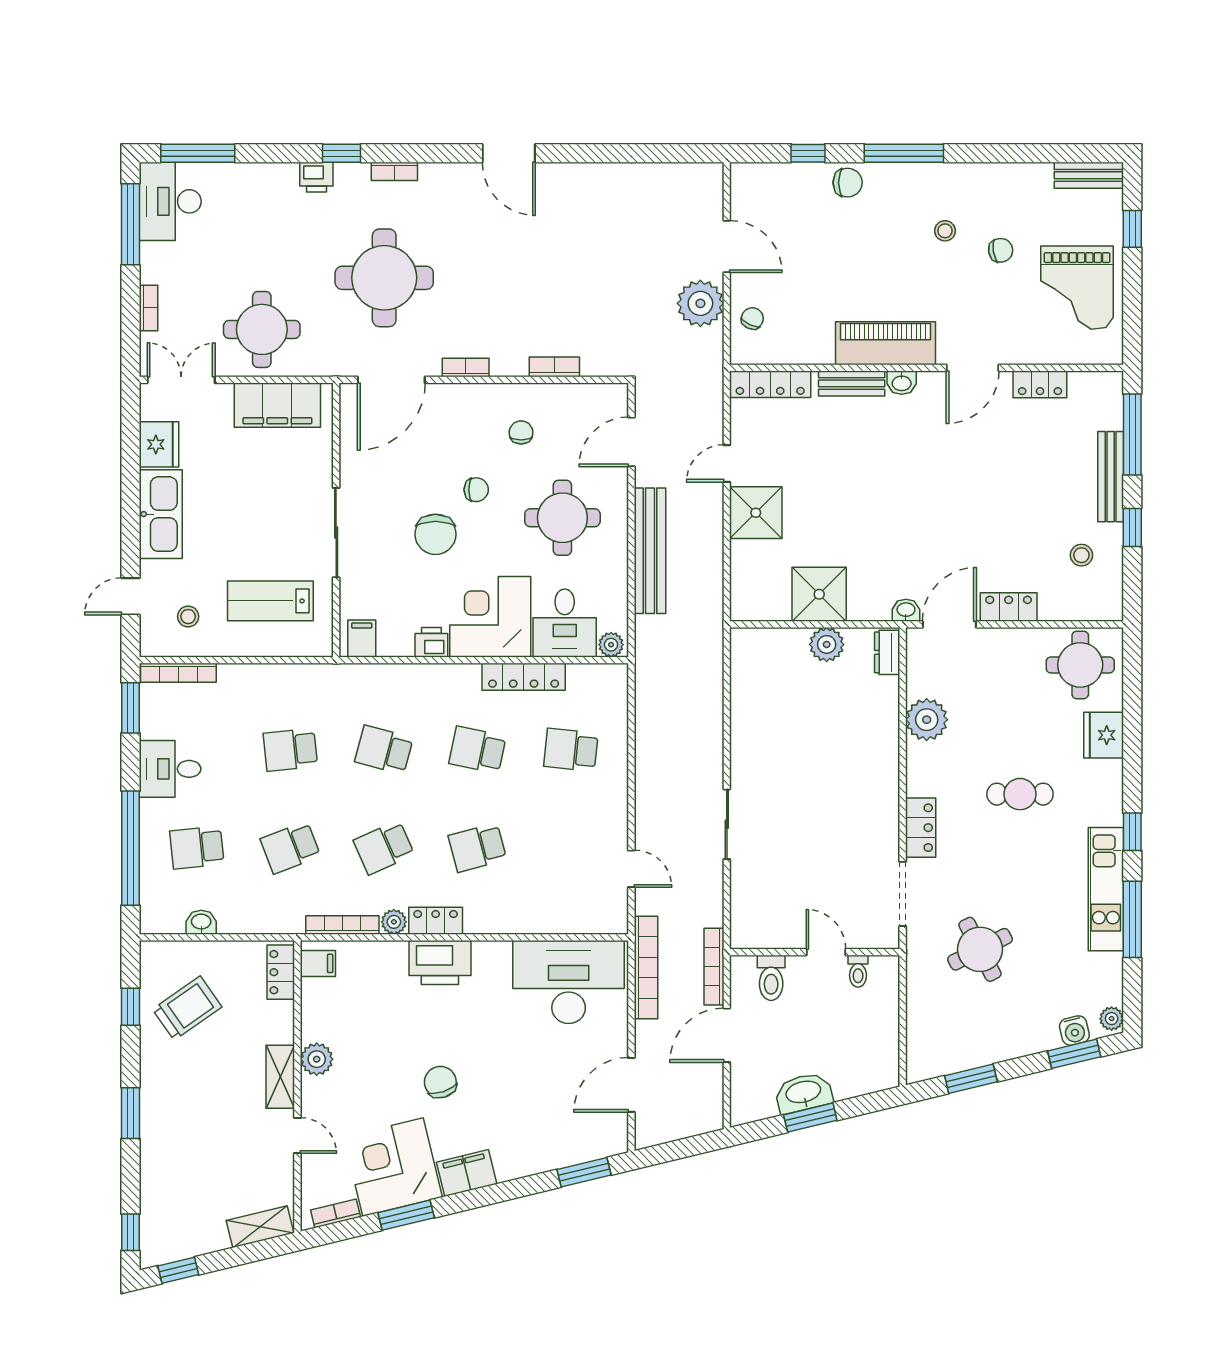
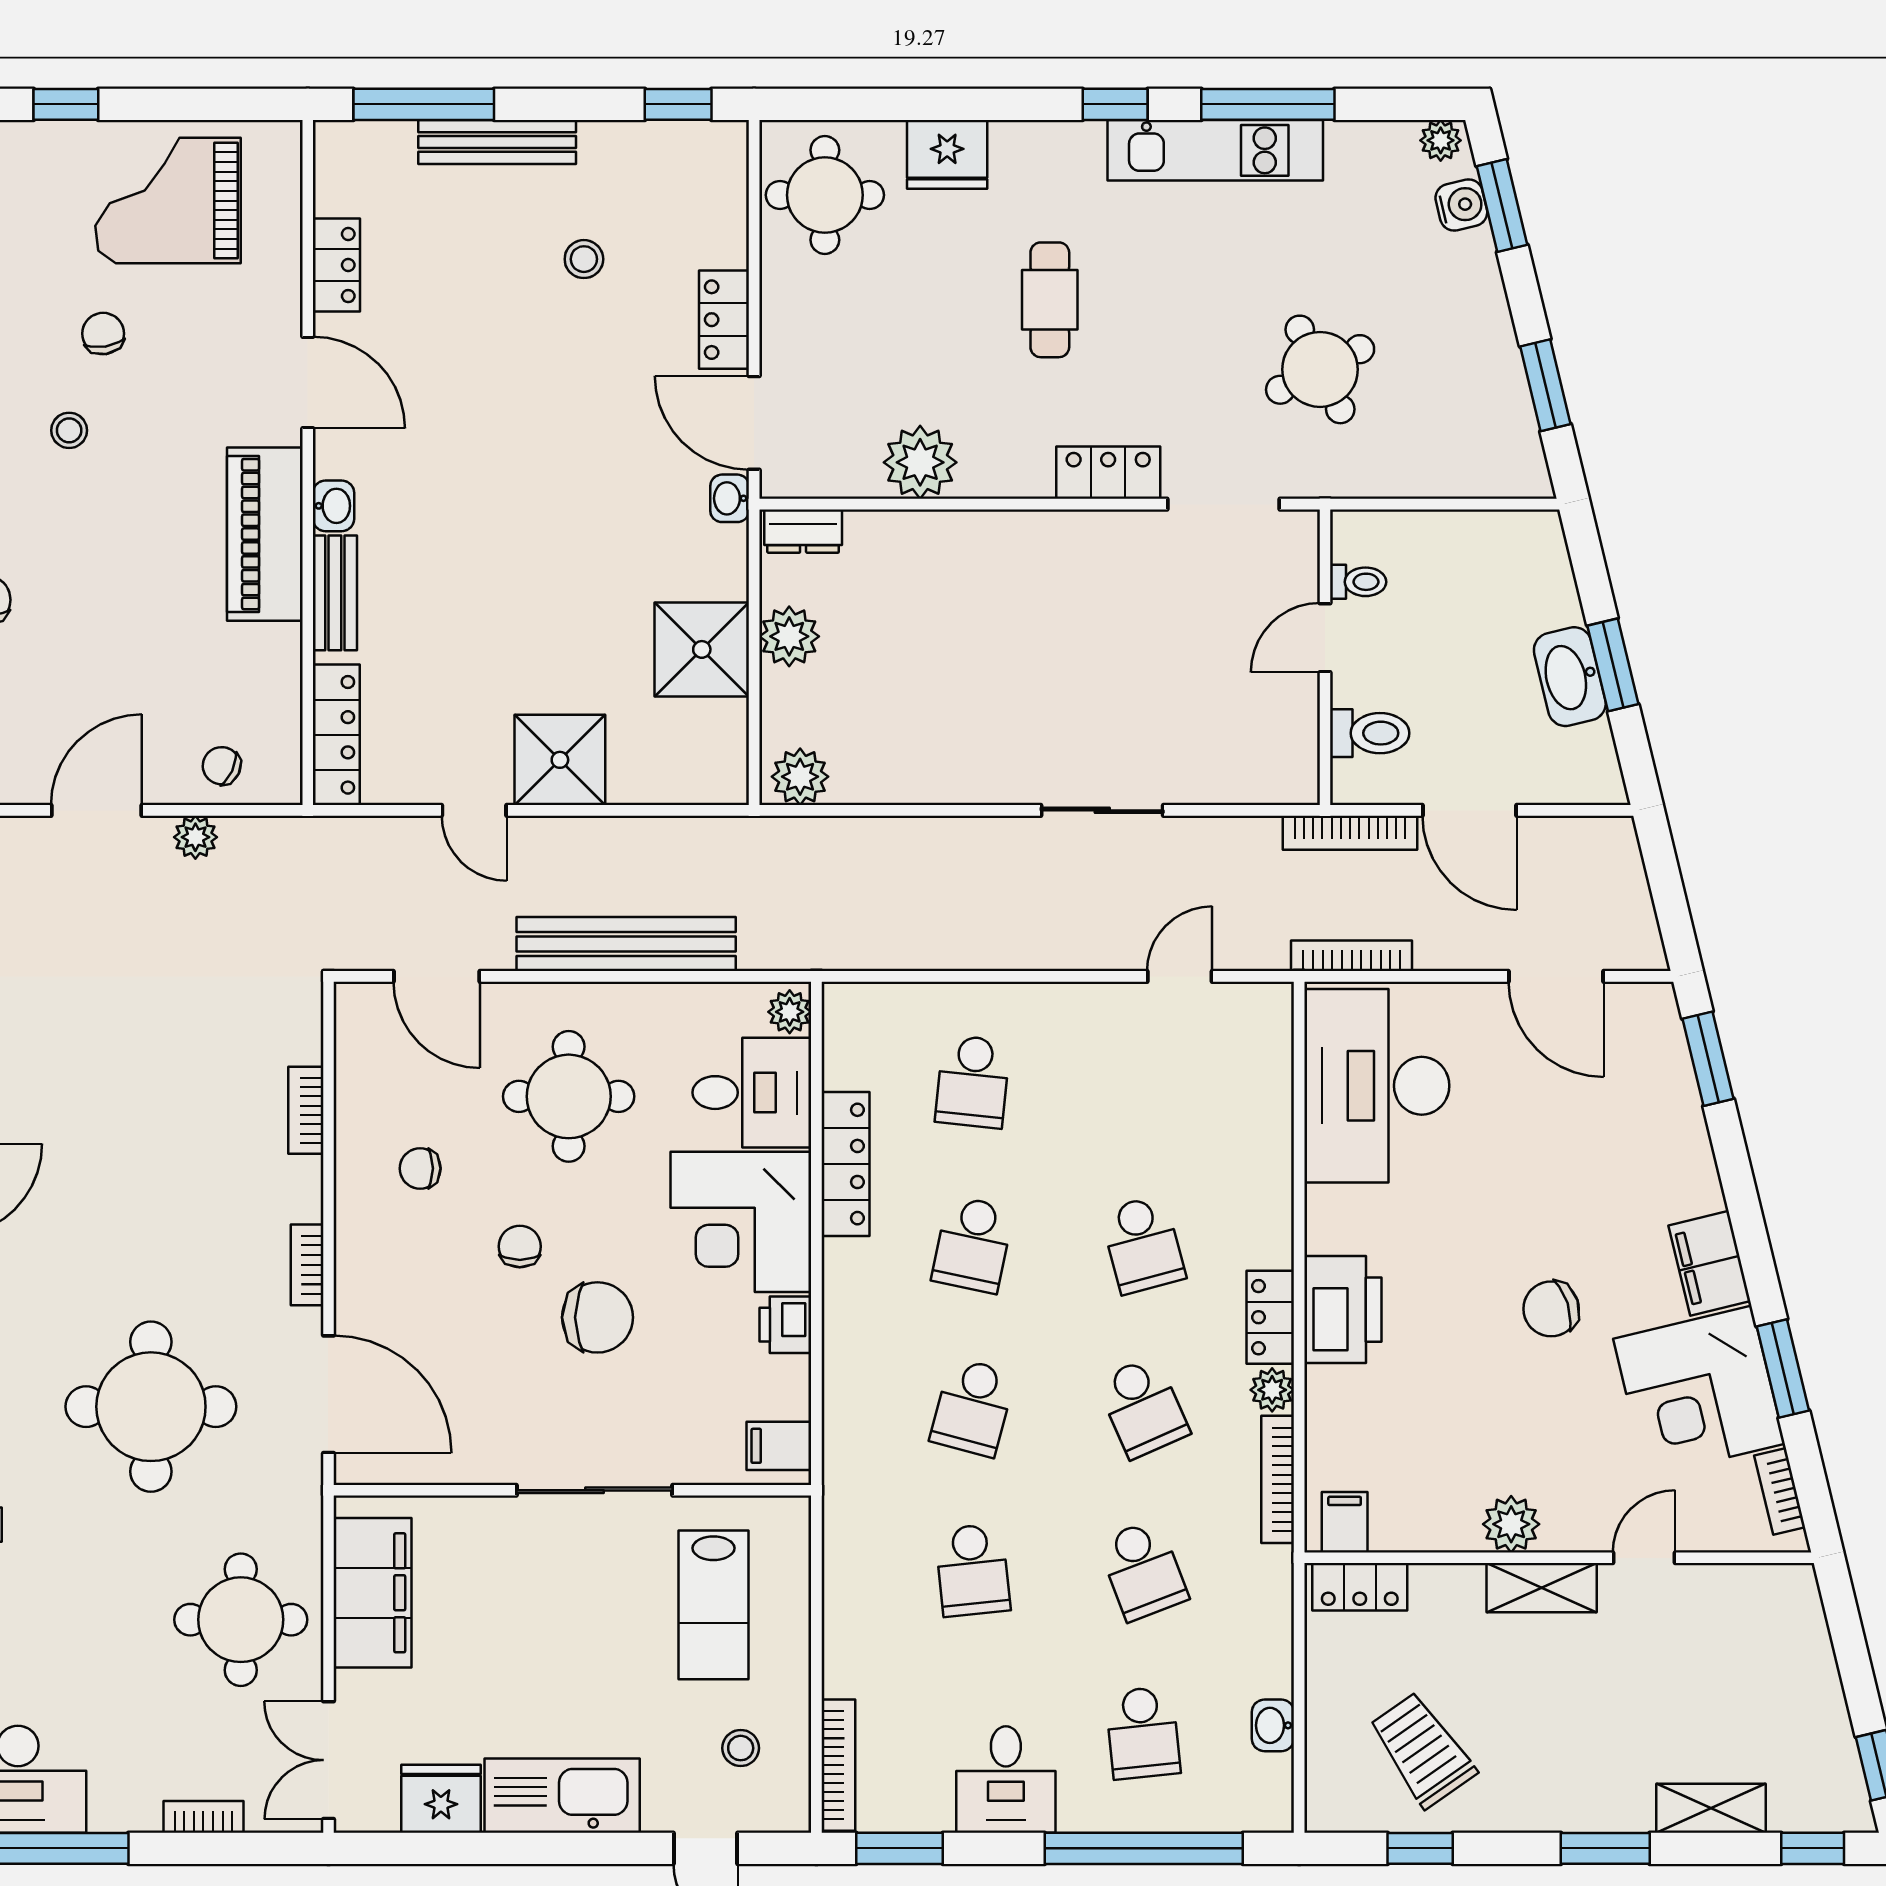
grand piano: (1077, 288) -> (168, 201), turned 180
plant: (700, 303) -> (195, 837), width x0.53, depth x0.53
window: (1132, 527) -> (678, 104), moved
stool: (1081, 555) -> (584, 259), moved
plant: (746, 651) -> (800, 777), added
bookcase: (646, 967) -> (1352, 956), width x0.68, depth x0.76
shelving: (260, 1227) -> (1711, 1808), moved, turned -76

